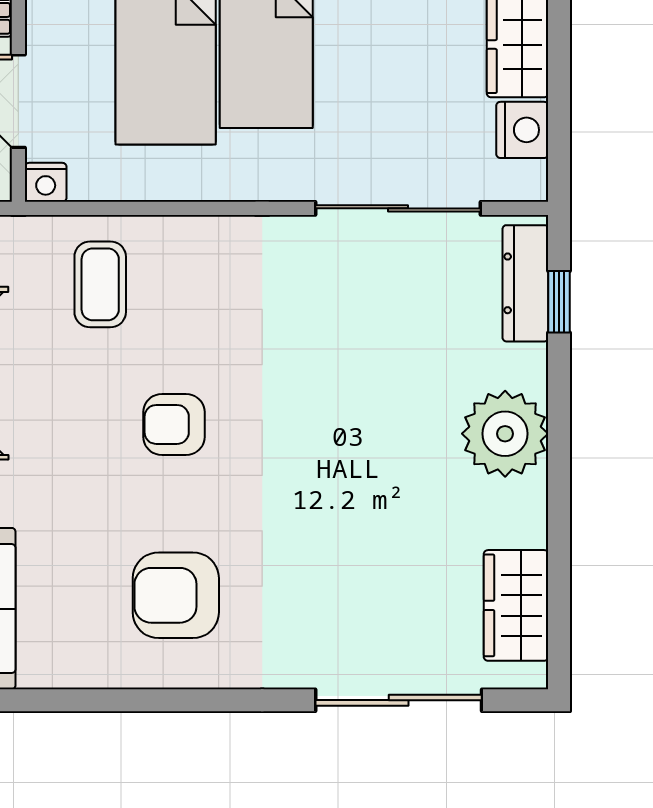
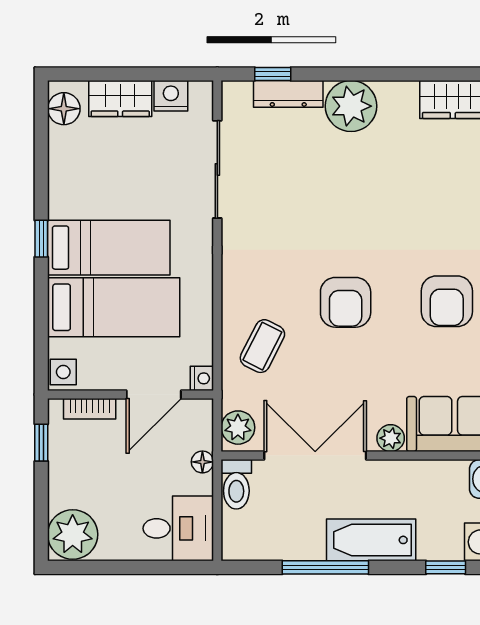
dresser: (525, 283) -> (288, 94), moved
coffee table: (100, 284) -> (262, 346), turned -63
armchair: (174, 424) -> (346, 302), width x1.38, depth x1.38

